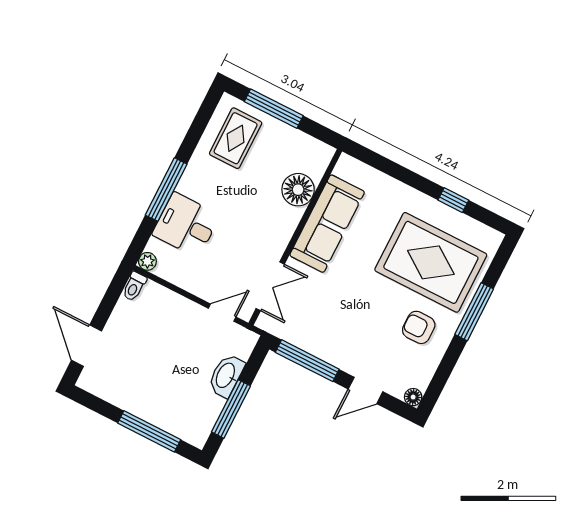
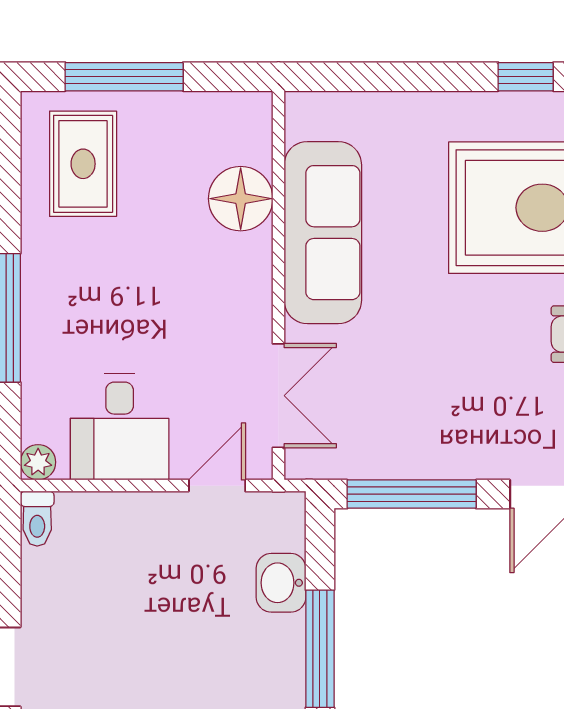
desk: (186, 225) -> (120, 427), moved, turned -90
washbasin: (226, 376) -> (281, 583), width x0.72

